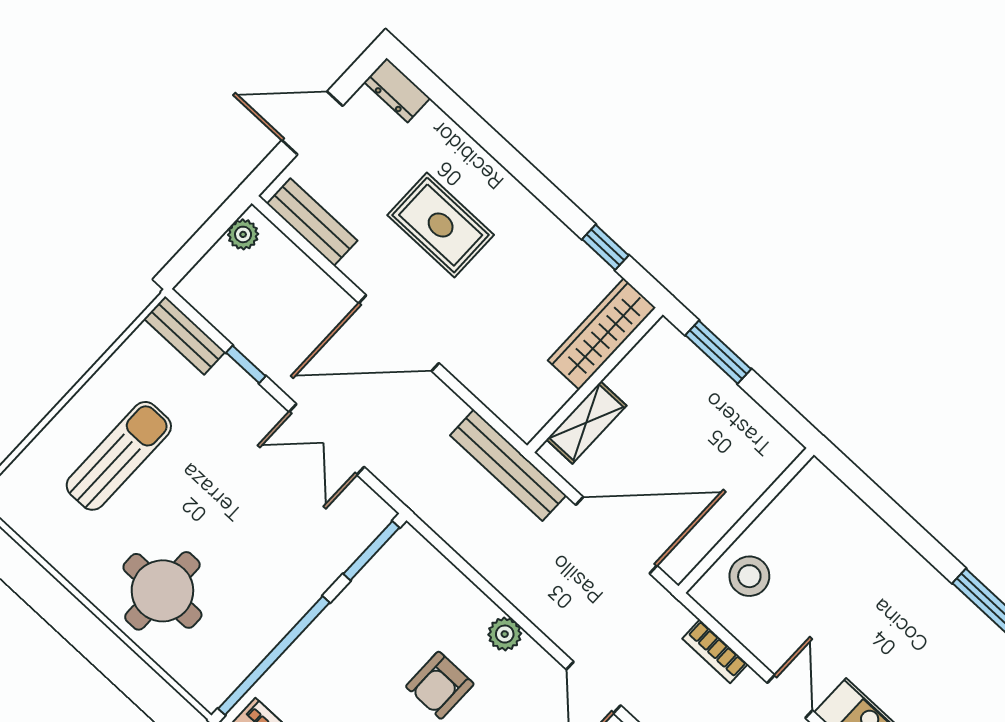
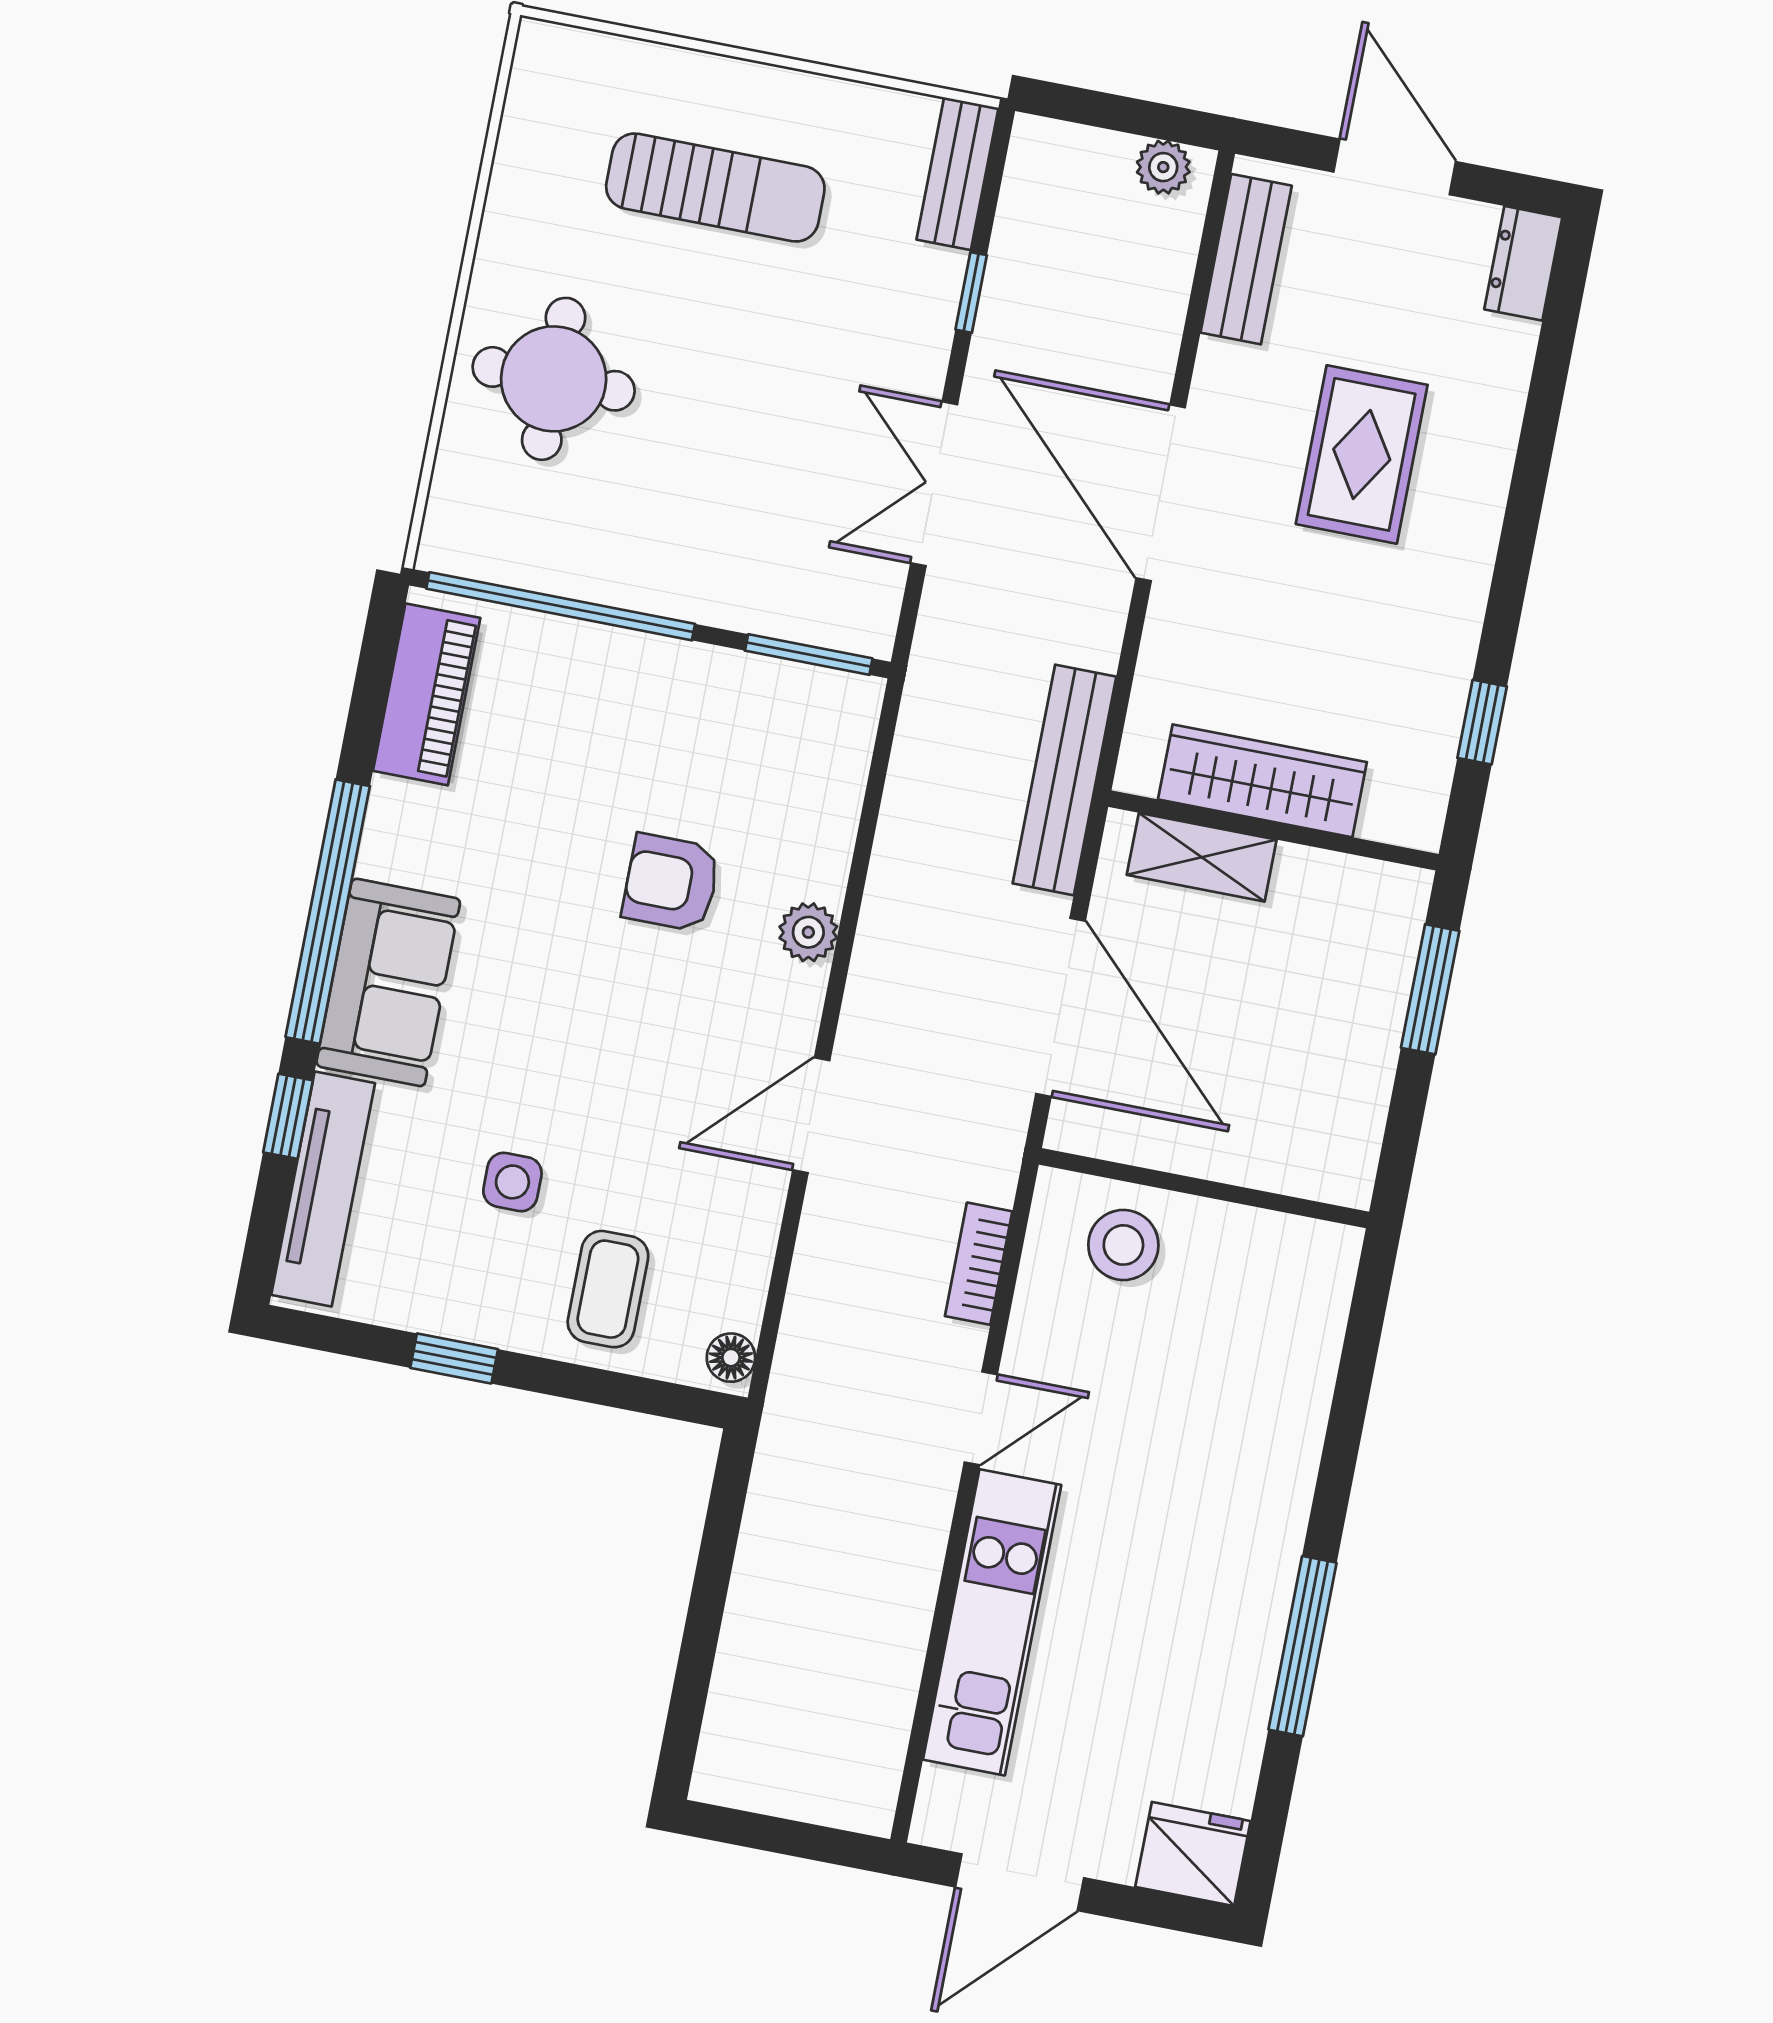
wardrobe: (602, 334) -> (1262, 781), moved

